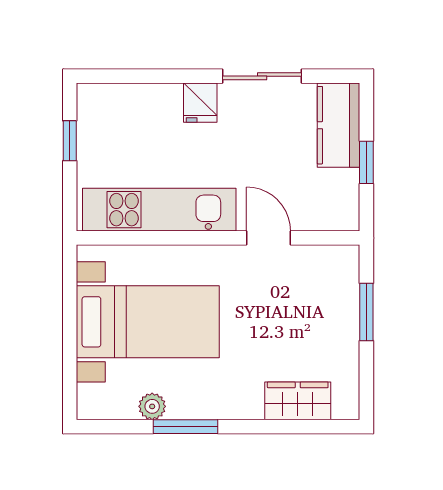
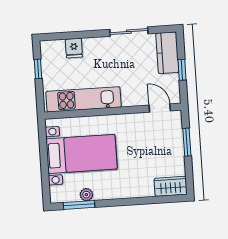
fridge: (200, 103) -> (74, 48), moved
door: (269, 238) -> (160, 108), moved
wardrobe: (298, 401) -> (171, 186), moved
window: (185, 427) -> (79, 205), moved

